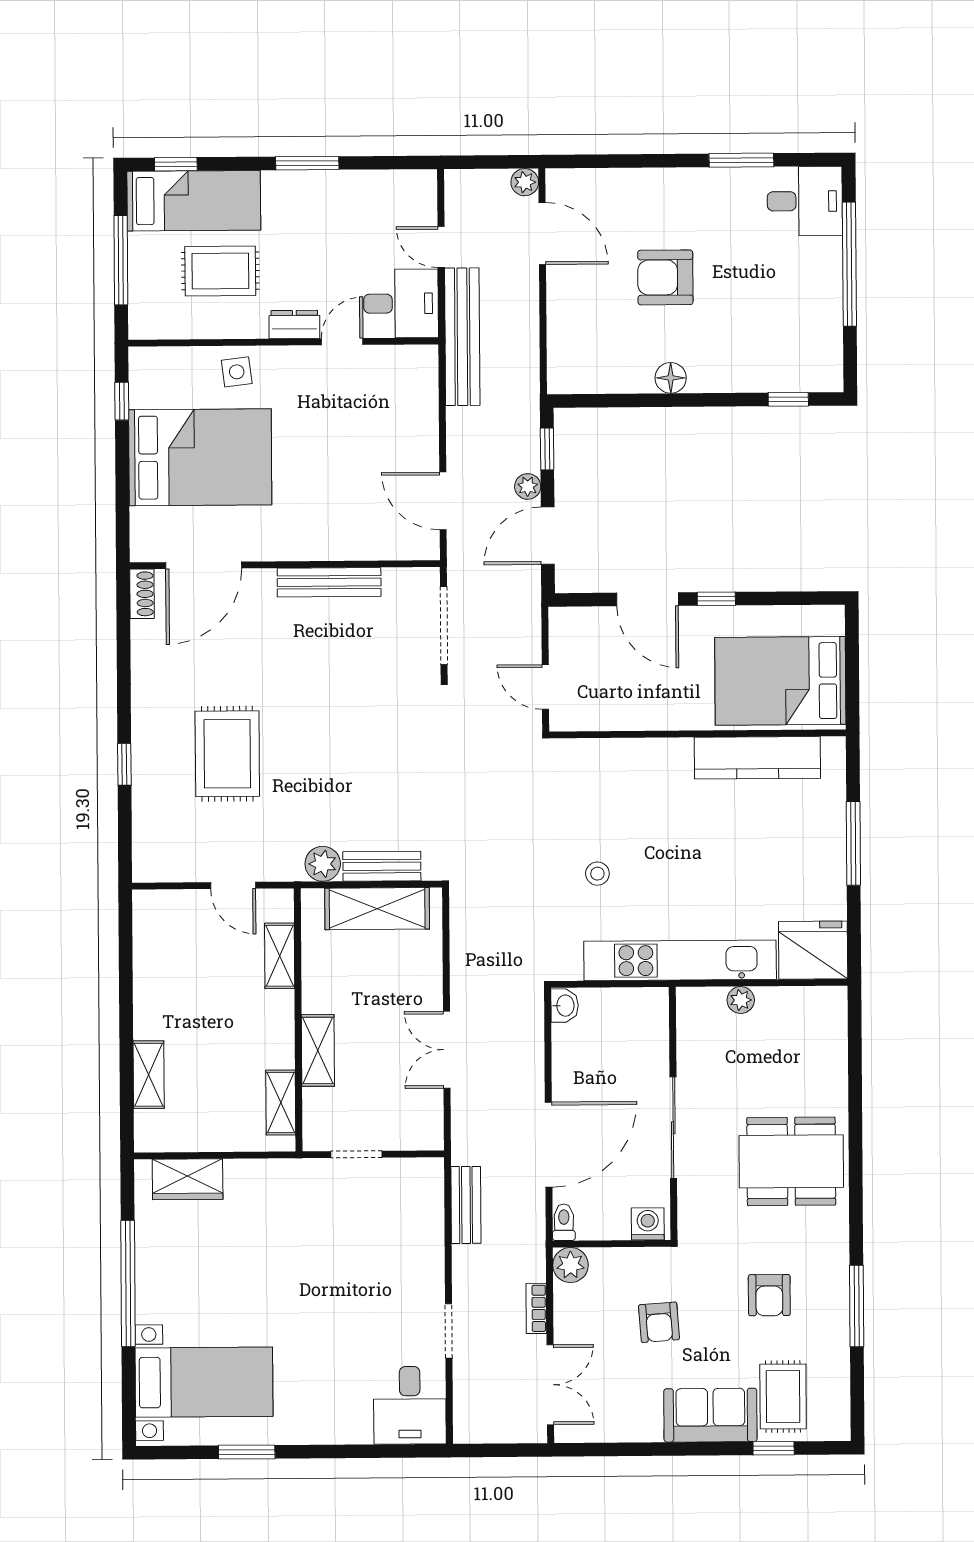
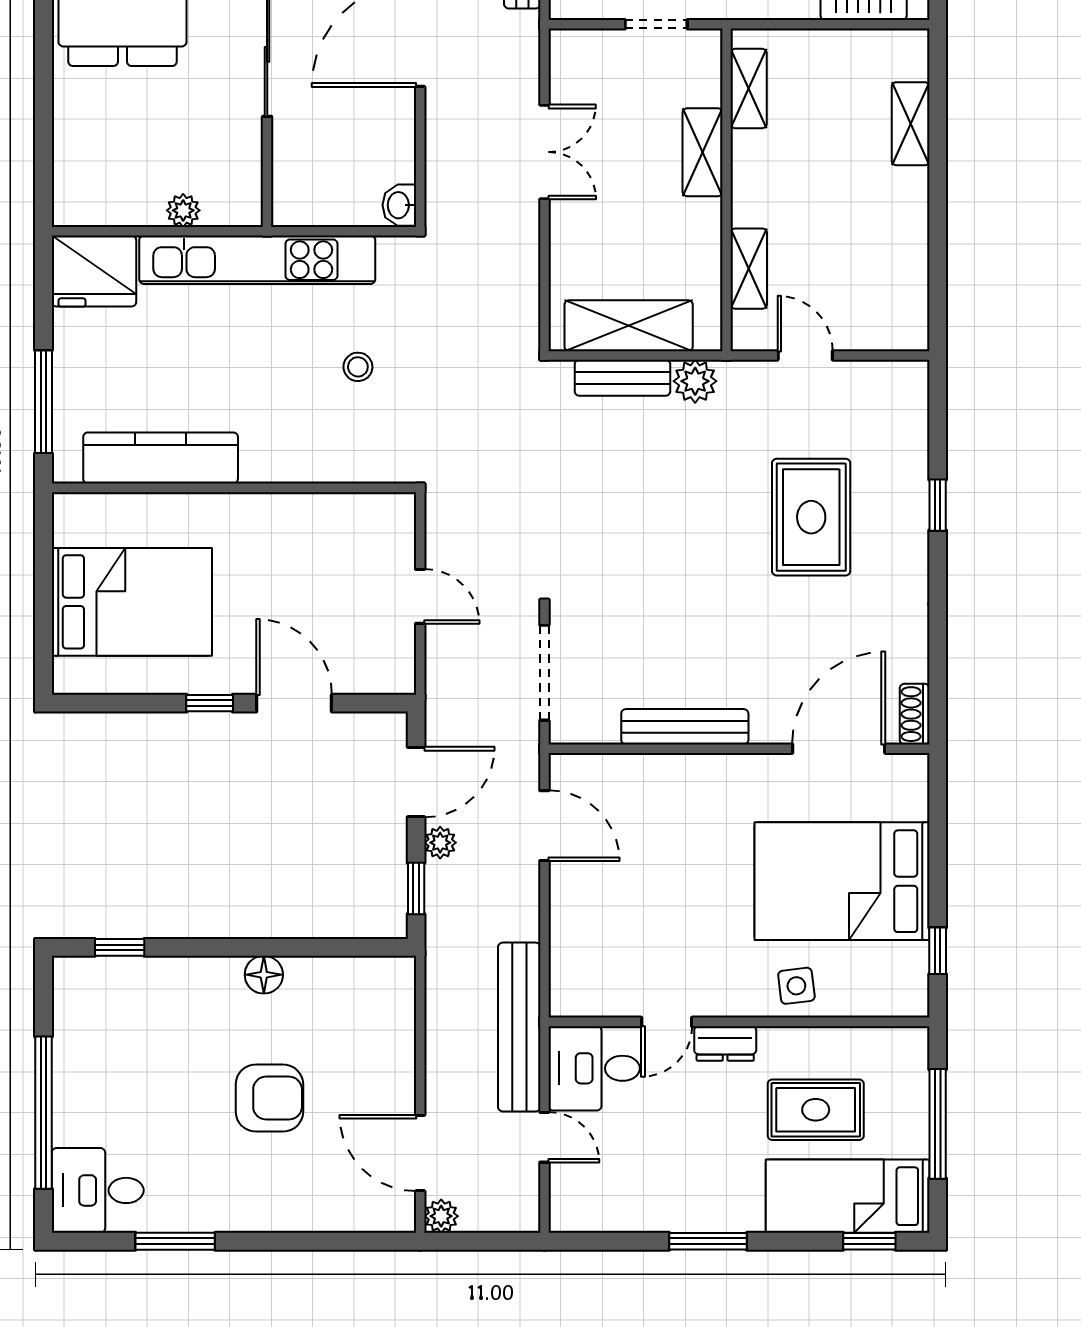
wall: (697, 734) -> (234, 488), moved
kitchen counter: (757, 758) -> (161, 458), moved

